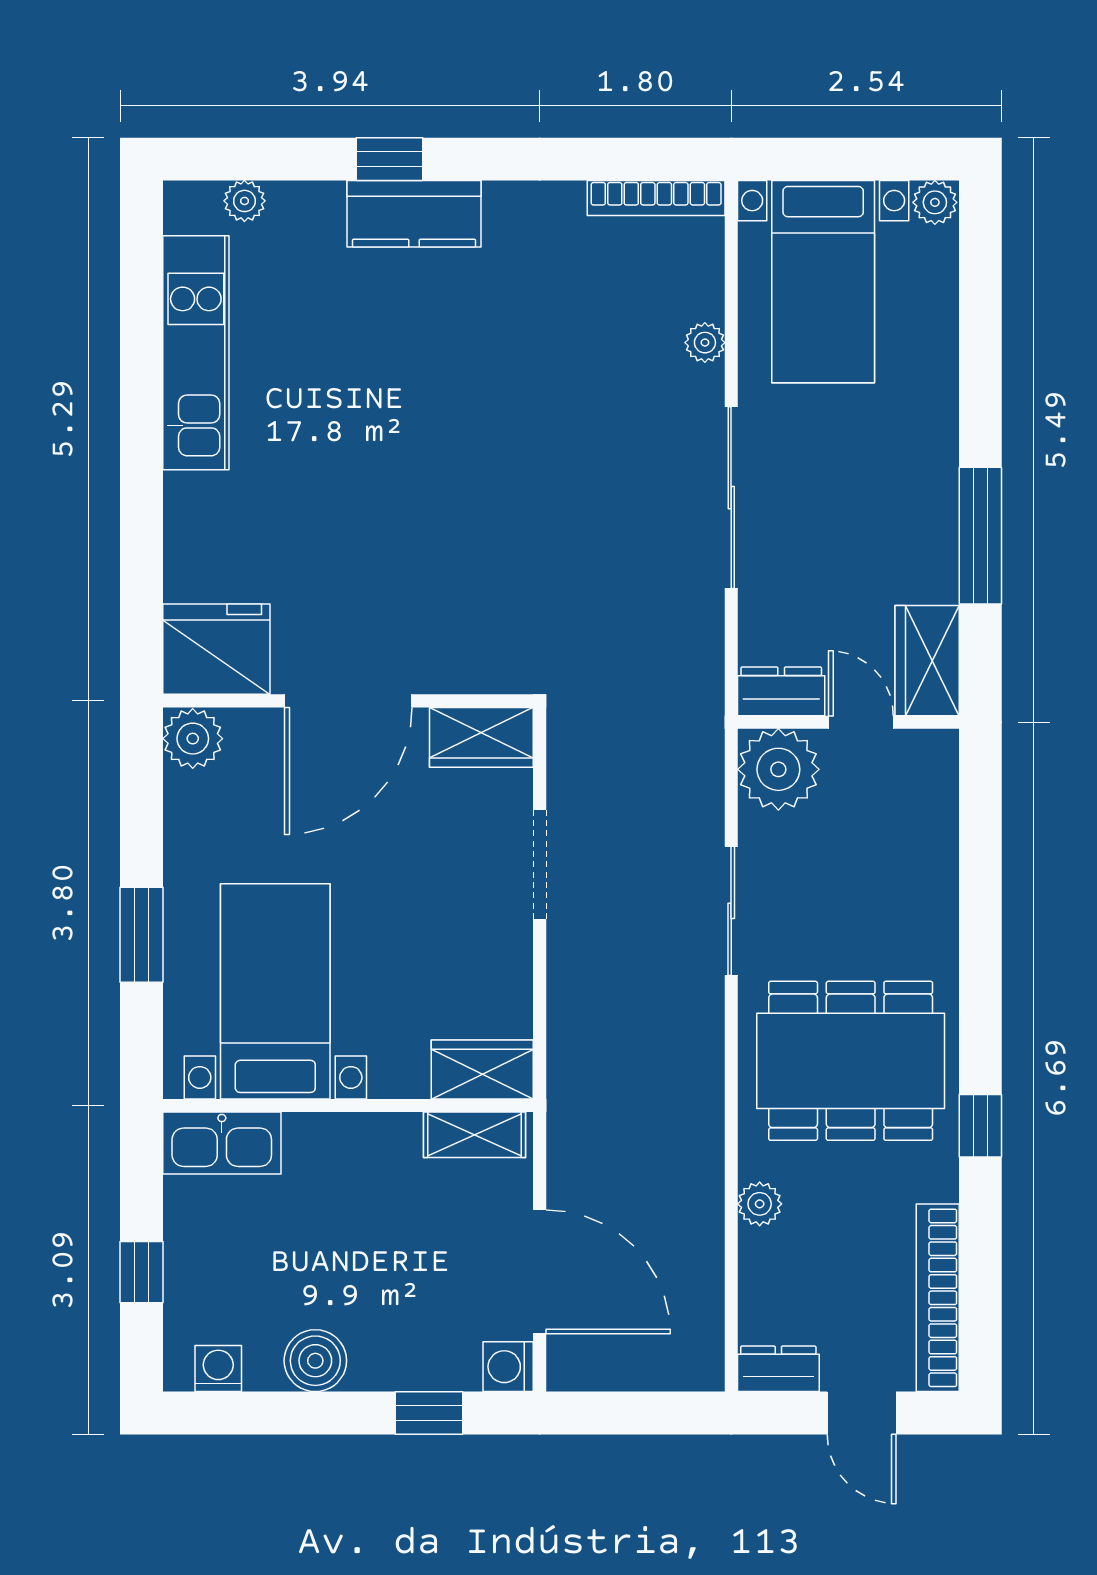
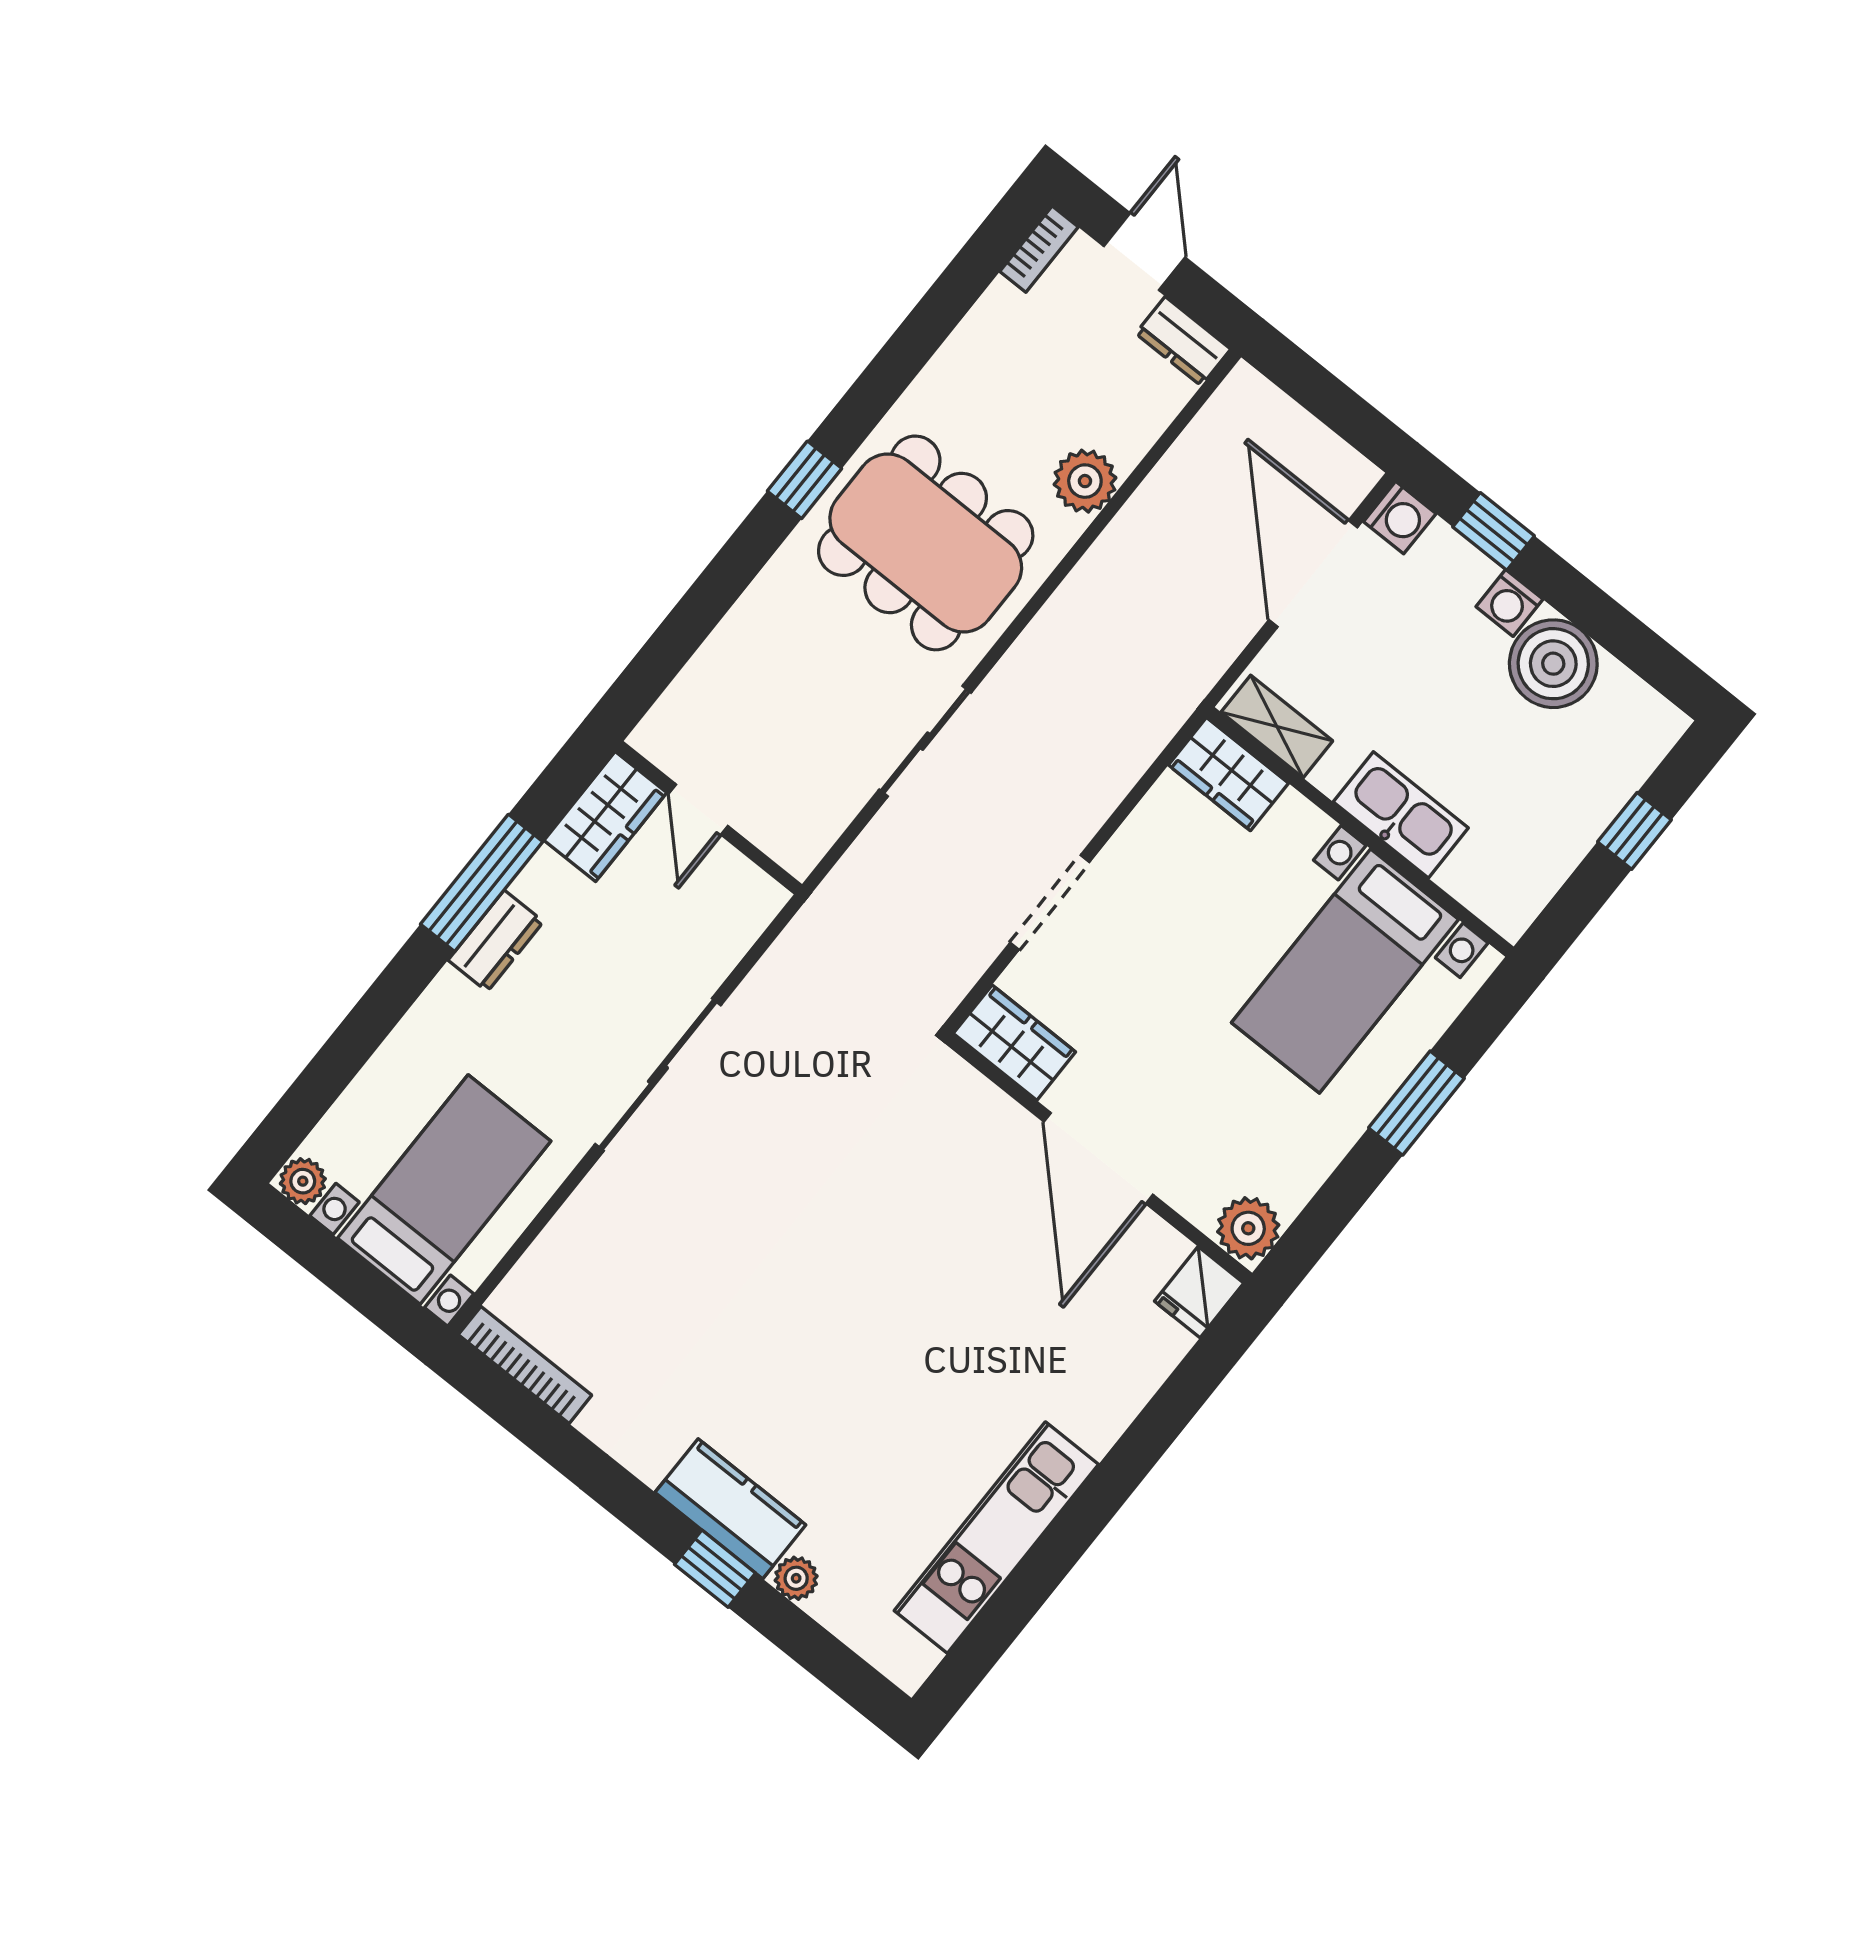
plant: (244, 201) -> (796, 1578), moved
plant: (705, 343) -> (579, 1217), removed
fridge: (216, 649) -> (1199, 1292), width x0.53, depth x0.75
dresser: (781, 691) -> (496, 941), moved, turned -90
door: (348, 701) -> (1098, 1158), swing flipped
plant: (778, 769) -> (796, 825), removed
window: (980, 1126) -> (804, 480), moved
kitchen sink: (222, 1143) -> (1401, 815), moved
plant: (760, 1204) -> (1085, 481), width x1.38, depth x1.38
bookcase: (938, 1298) -> (1039, 249), width x0.43, depth x0.76
boiler: (315, 1361) -> (1553, 664), width x1.37, depth x1.37
washing machine: (218, 1369) -> (1509, 603), moved

